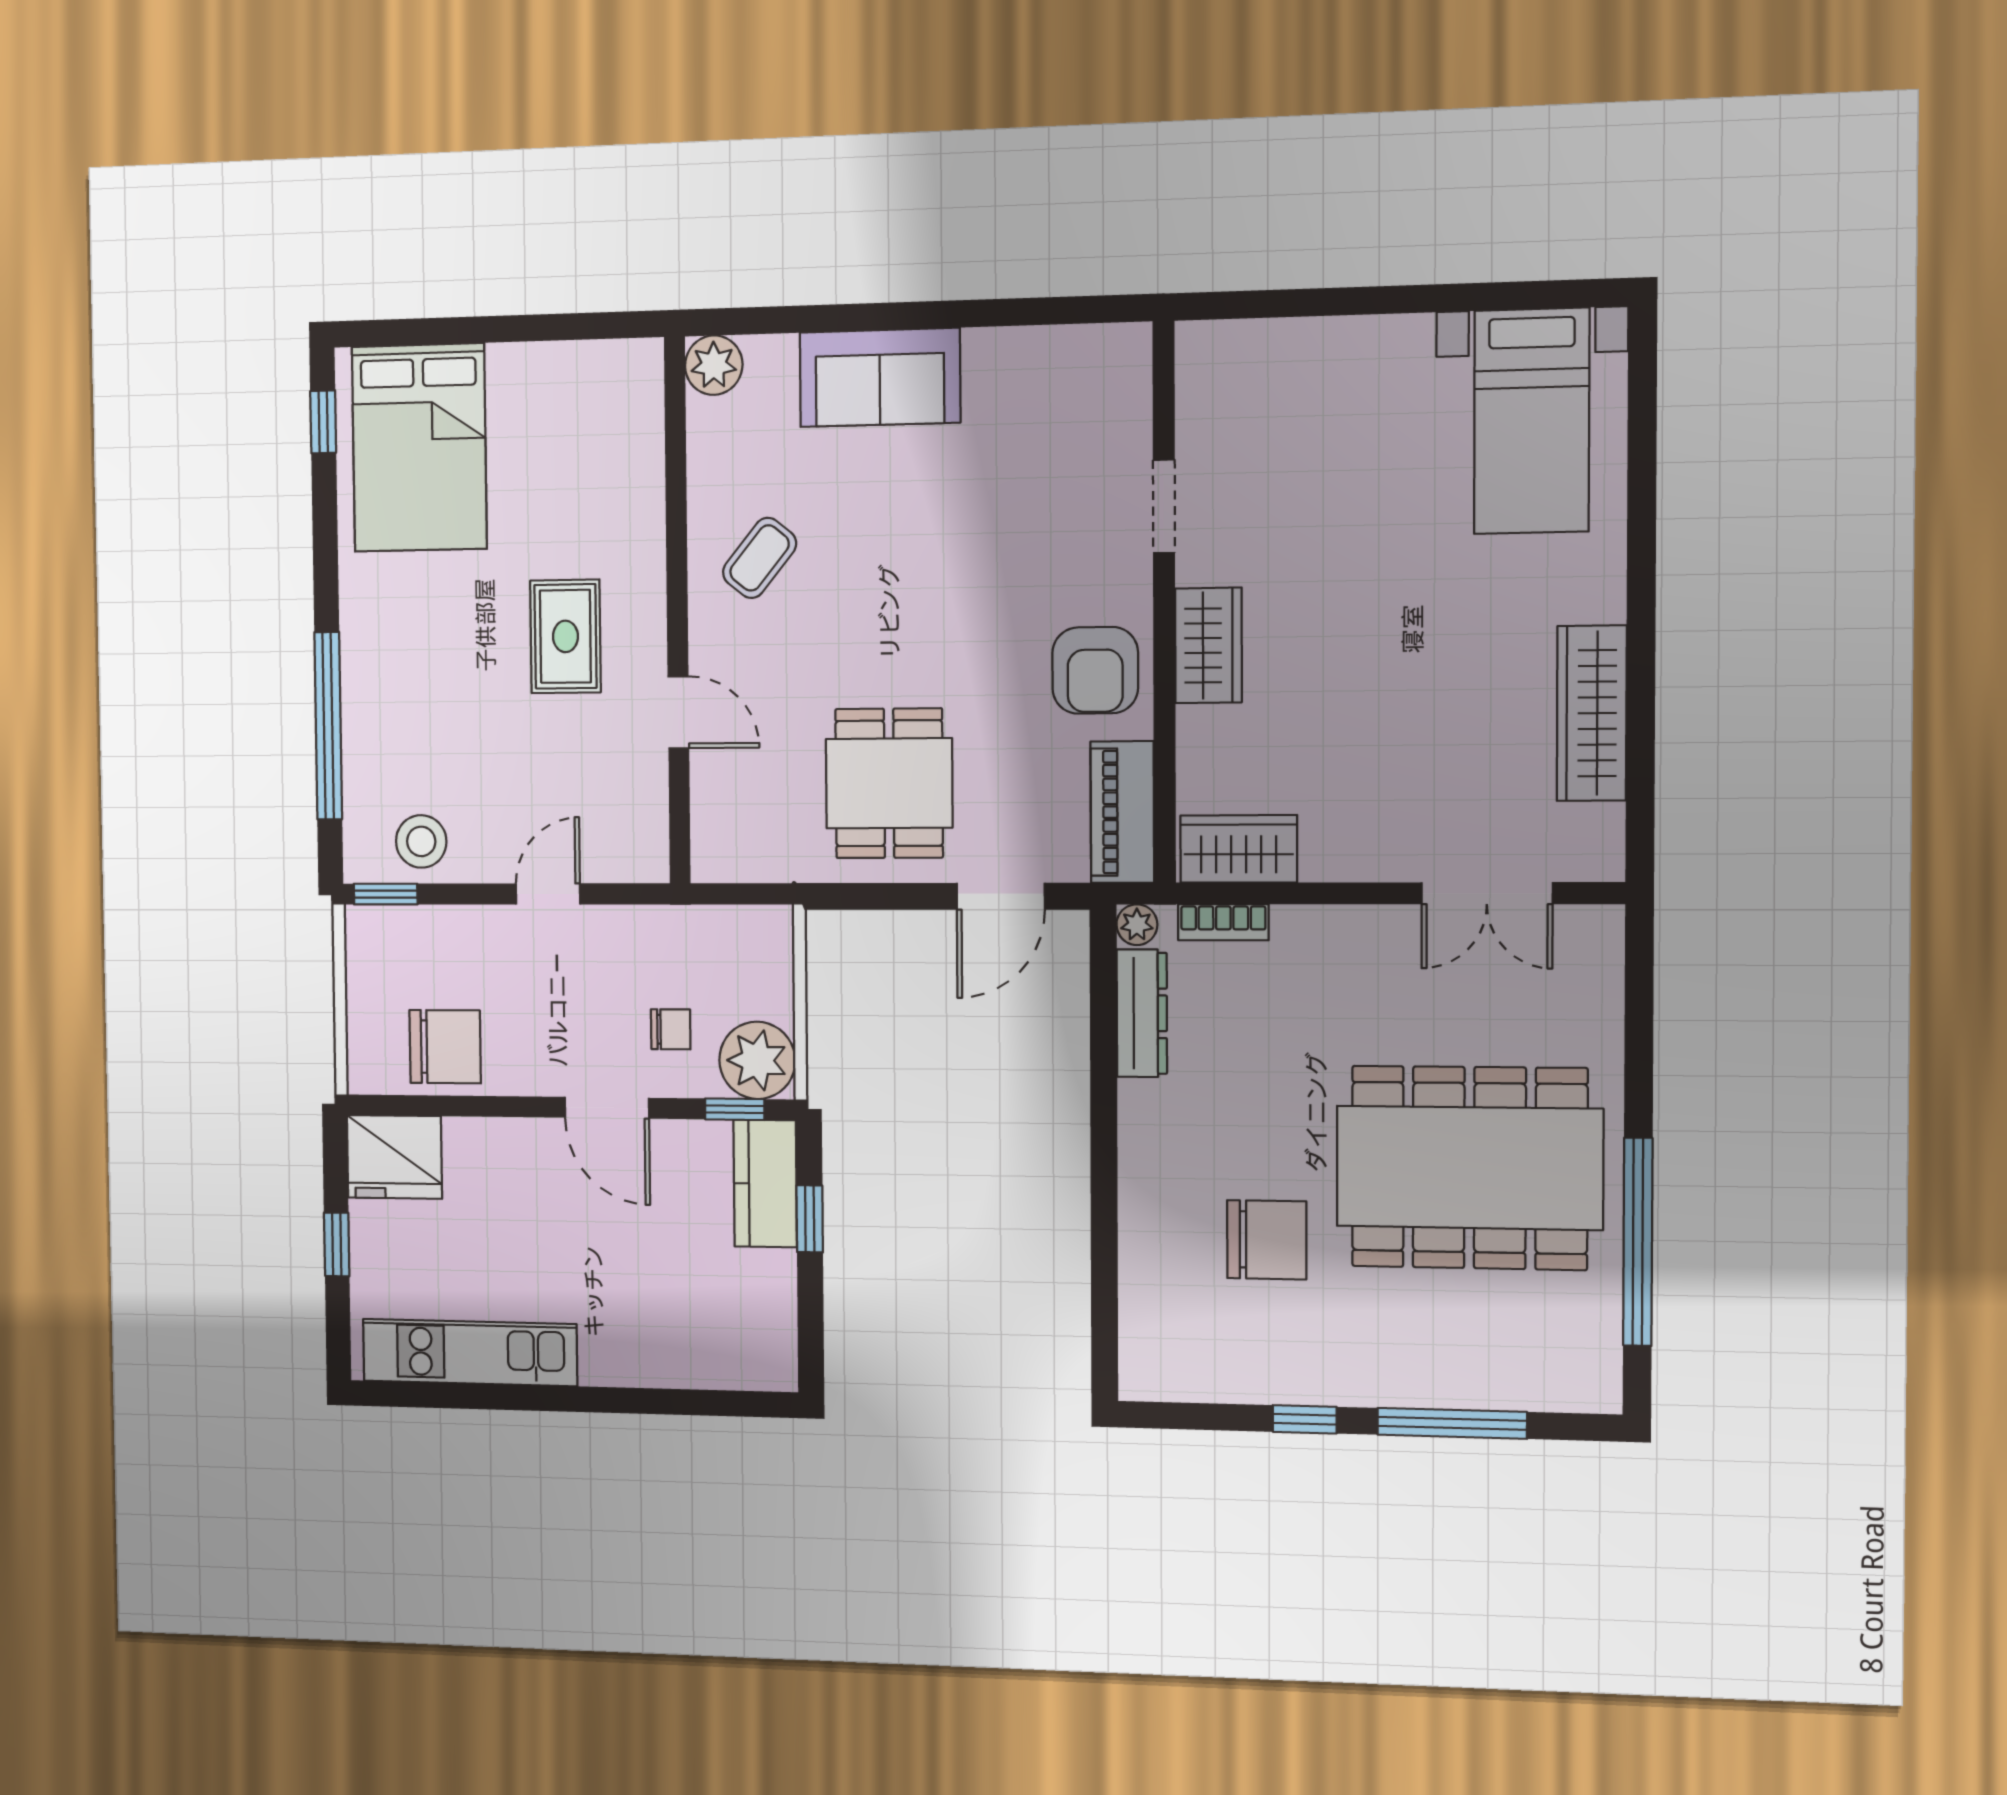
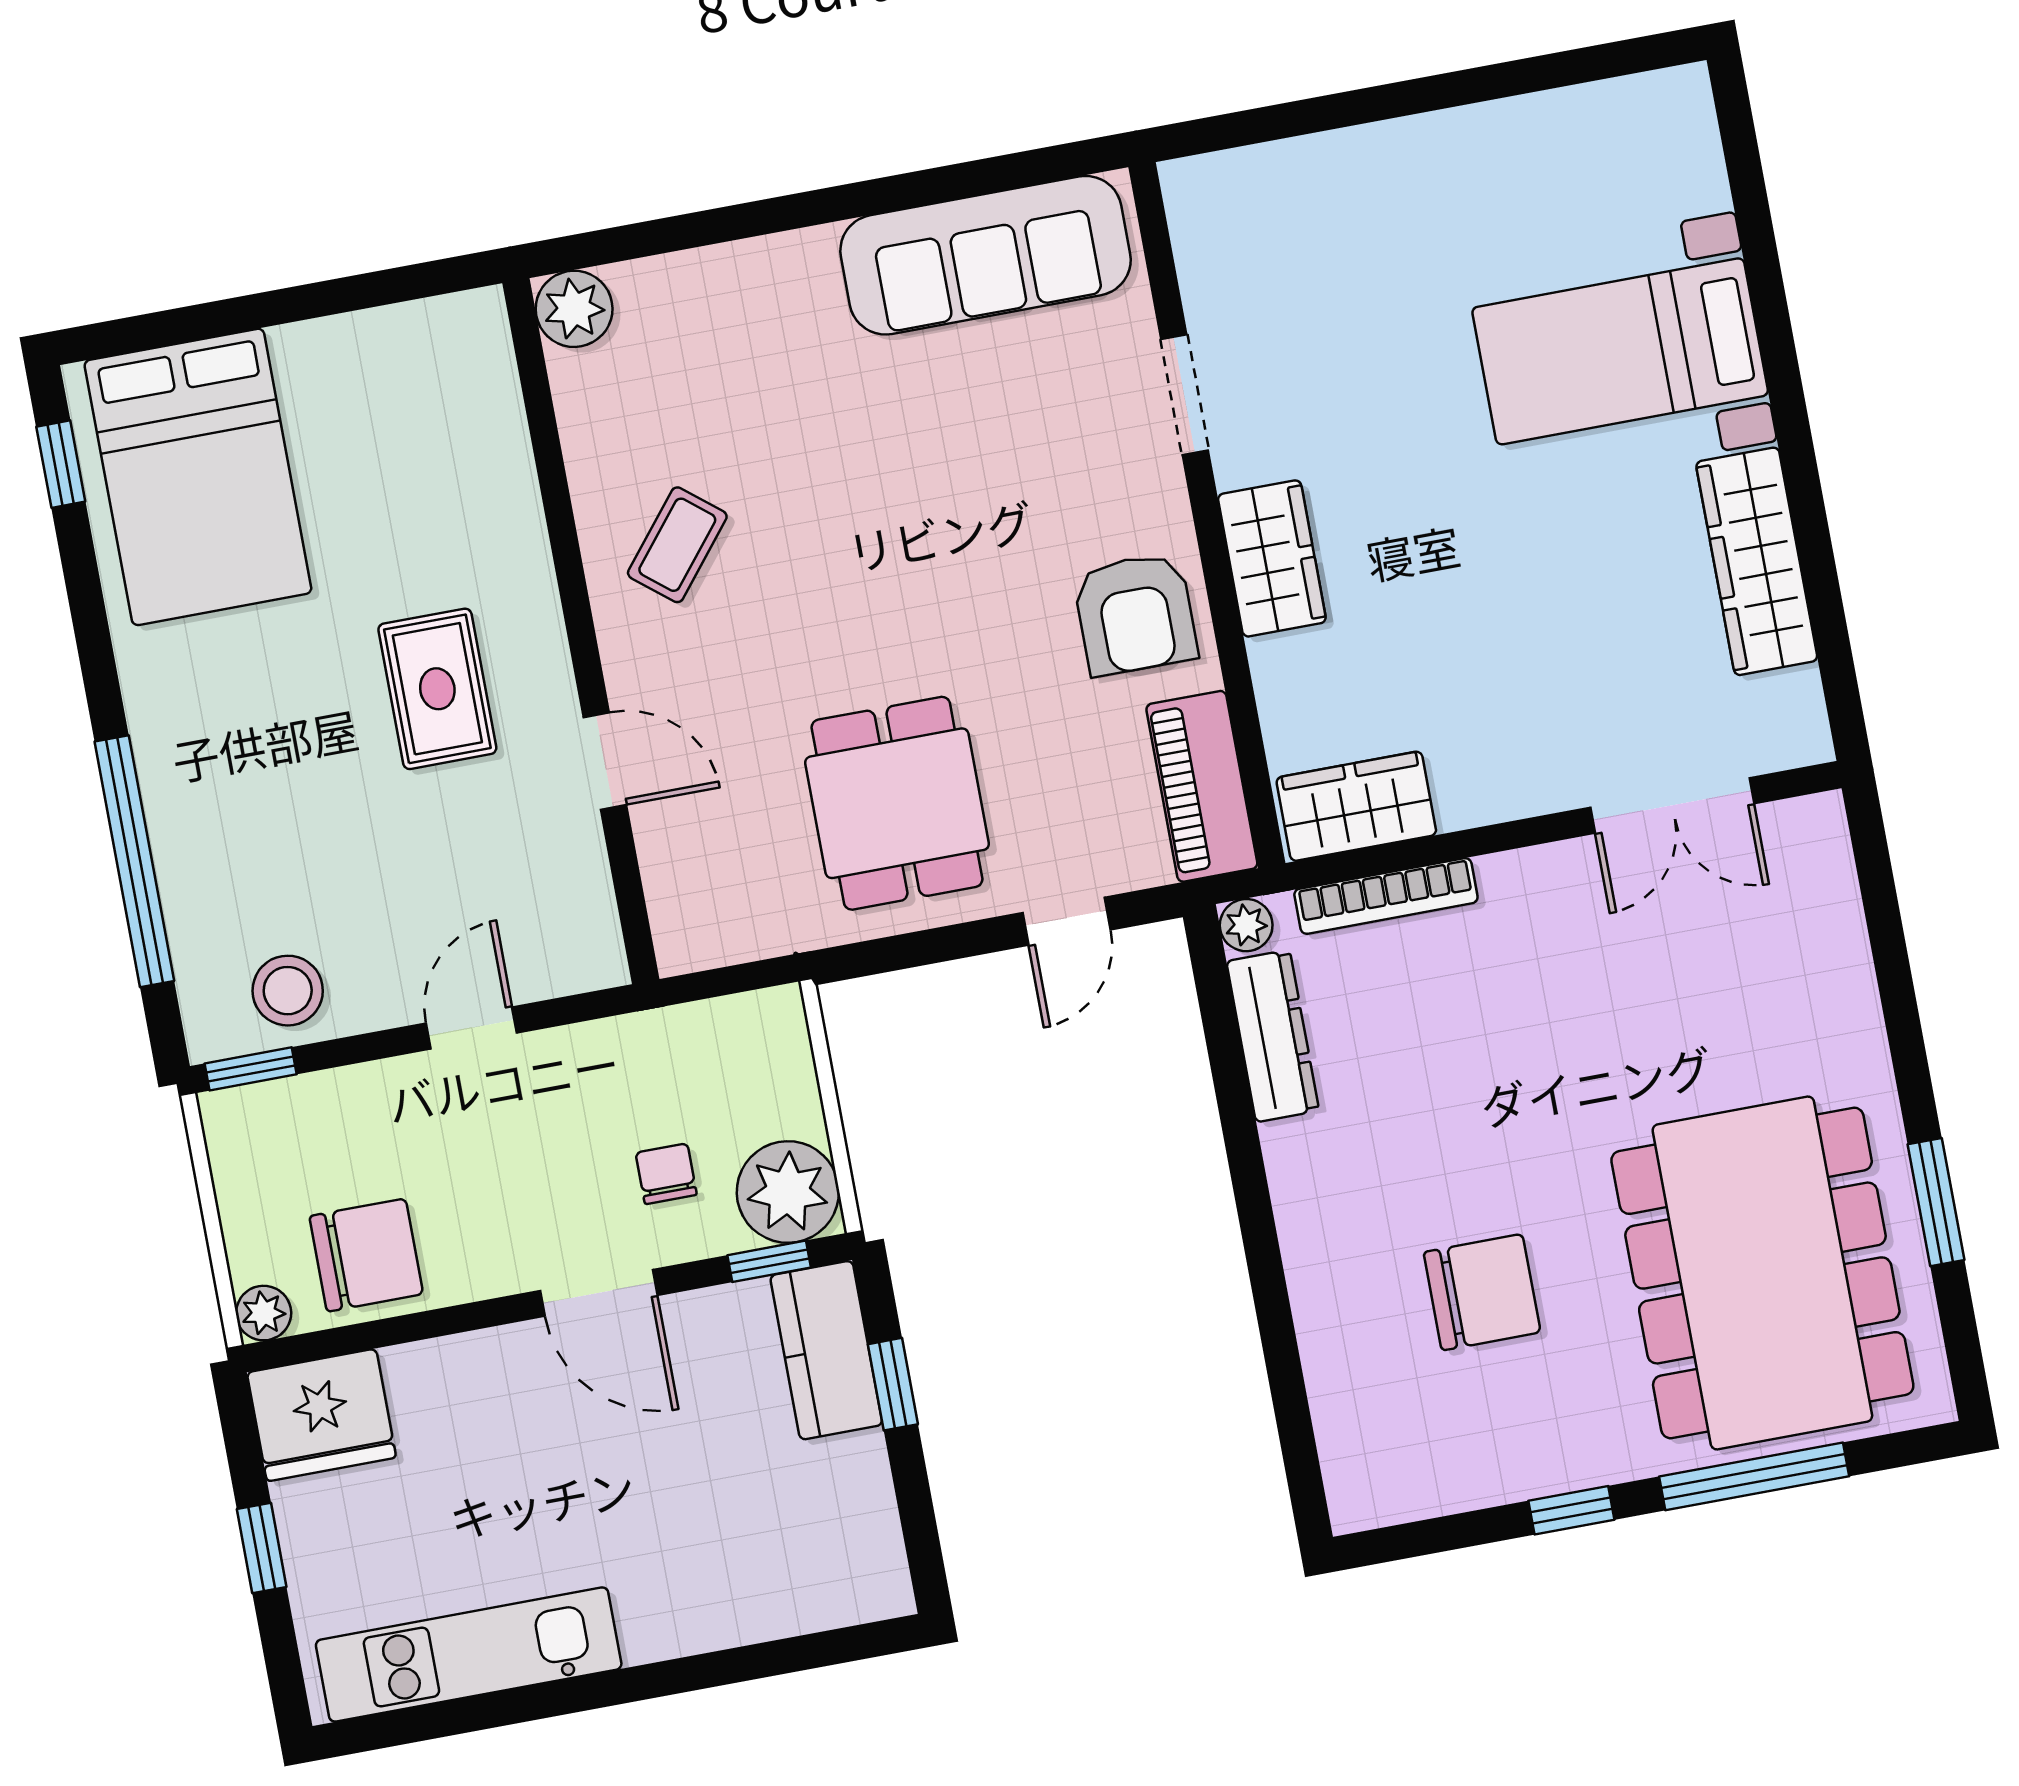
sofa: (880, 377) -> (986, 255), moved, width x1.36
bed with nightstands: (1532, 421) -> (1620, 351), moved, turned 90
door: (1001, 896) -> (1067, 921), width x0.73
bookcase: (1223, 922) -> (1386, 896), width x1.56
chair: (671, 1029) -> (666, 1174), turned -90
plant: (366, 1074) -> (264, 1313), added
dining table: (1469, 1168) -> (1762, 1273), moved, turned 90
window: (1638, 1242) -> (1936, 1202), width x0.47

